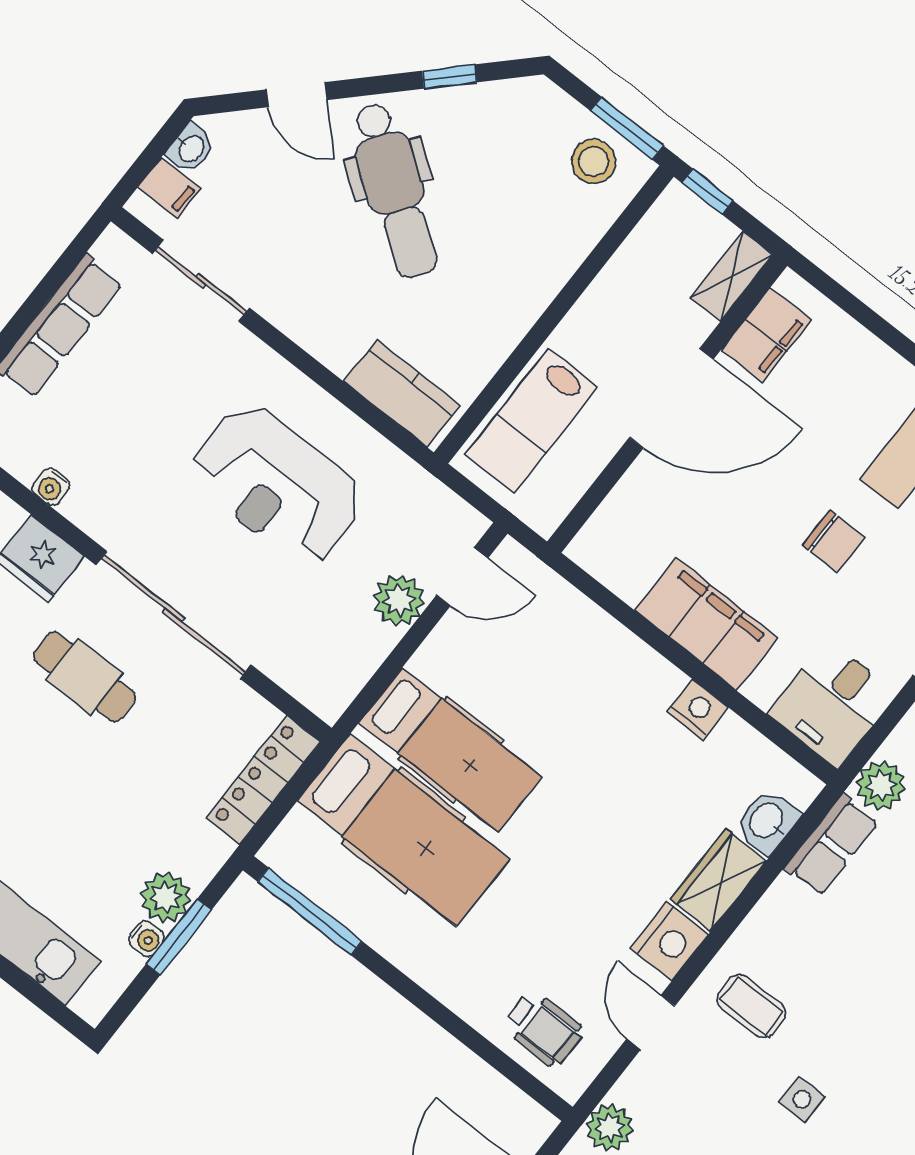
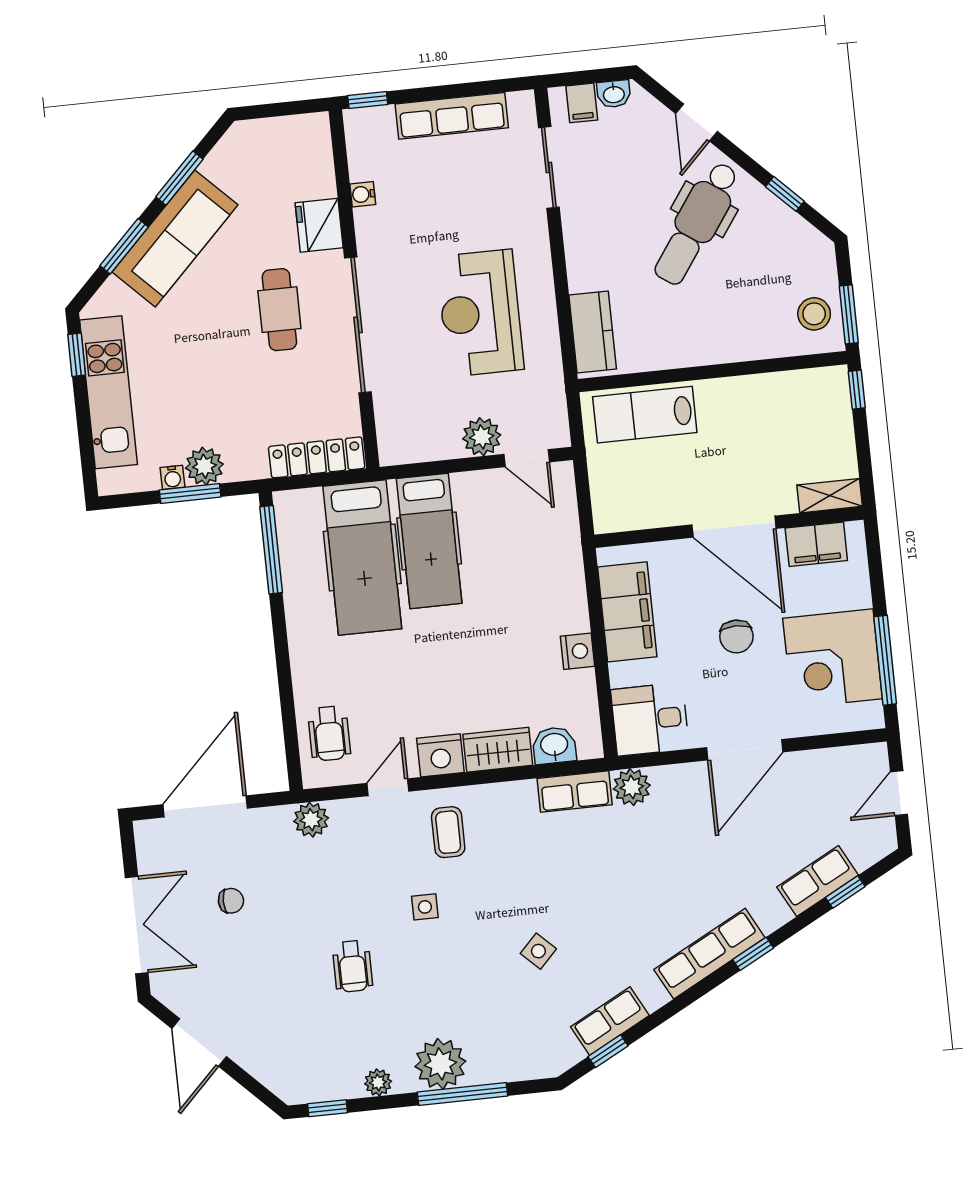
shelving: (732, 276) -> (830, 496), moved
filing cabinet: (766, 335) -> (816, 544), moved
door: (671, 398) -> (734, 527), moved
wall: (667, 404) -> (729, 527), moved

